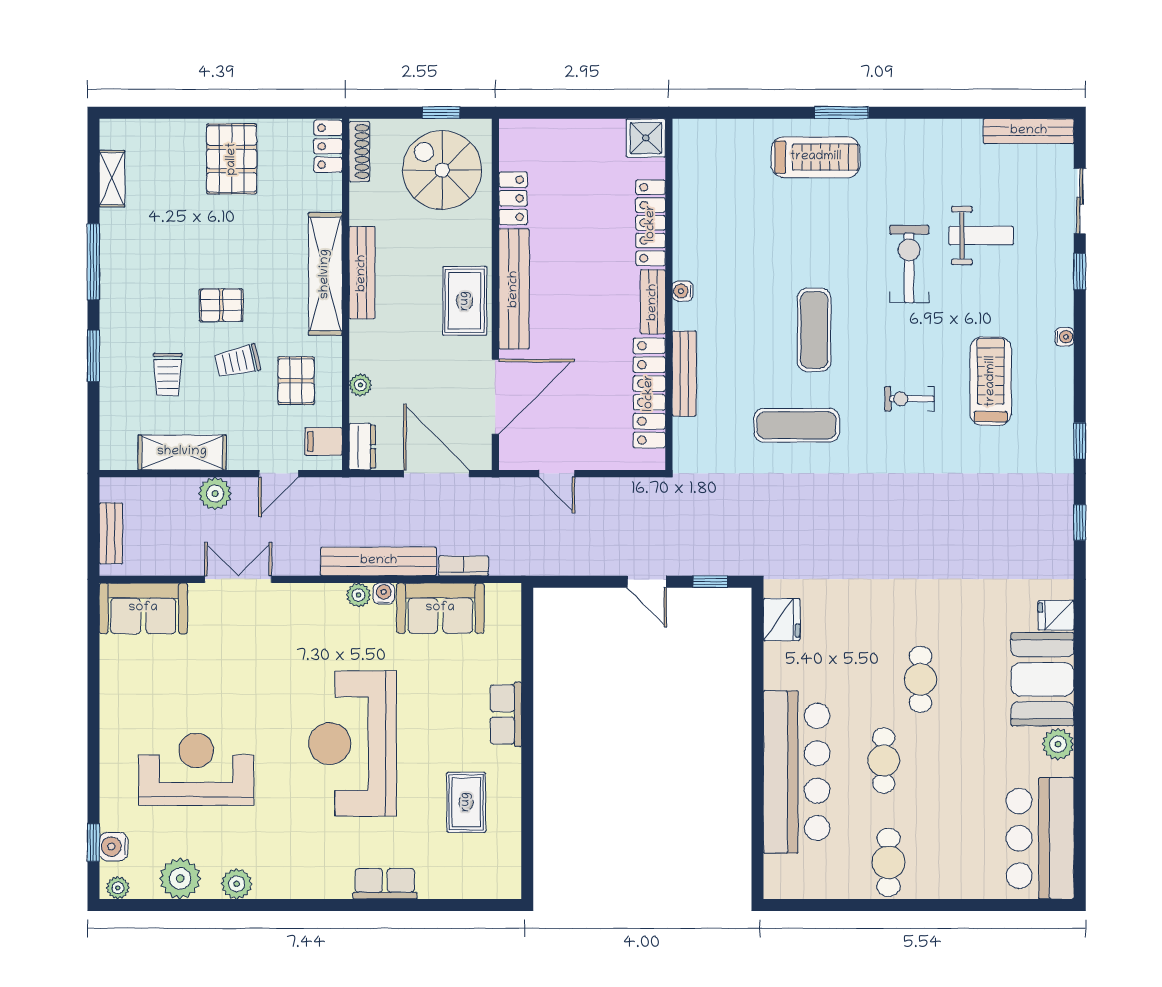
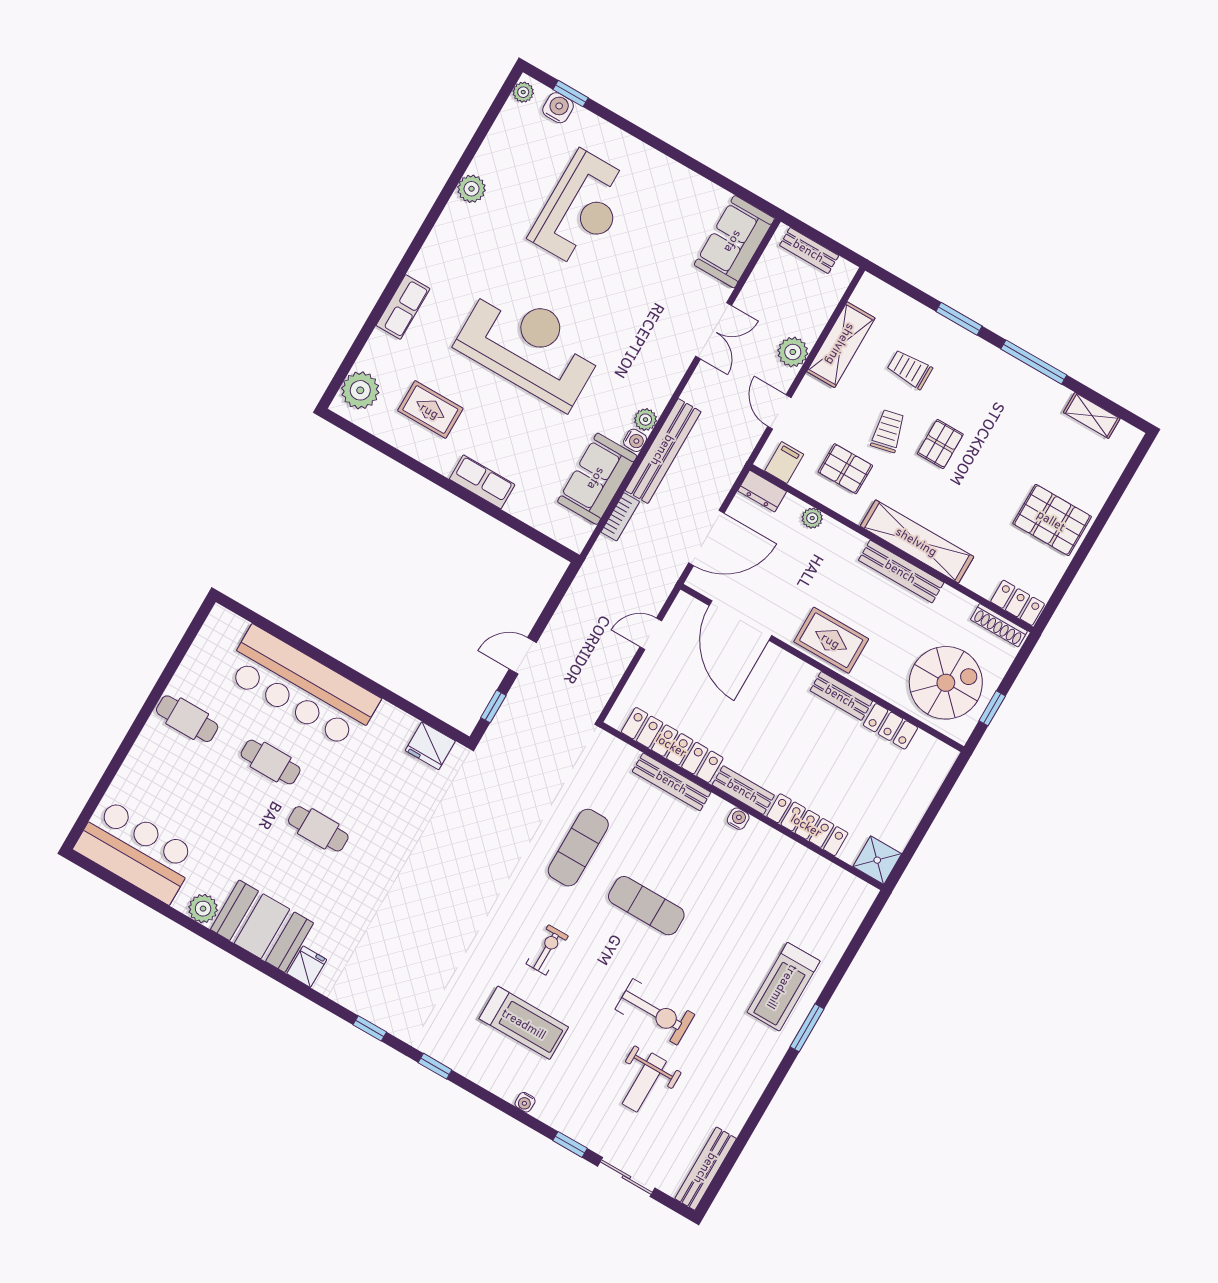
bench: (514, 289) -> (841, 696), width x0.54, depth x0.82
plant: (180, 879) -> (360, 390), moved

